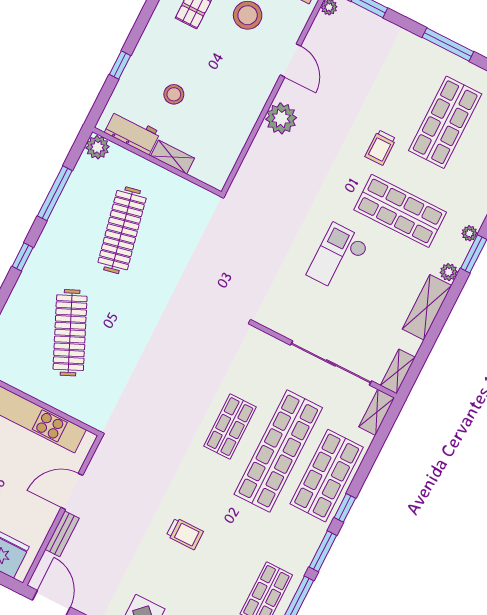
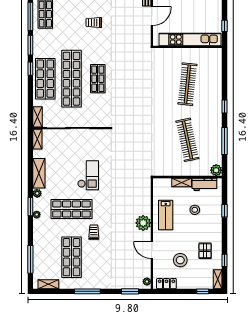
lab bench: (232, 112) -> (166, 215), added
clothes rail: (70, 333) -> (187, 84), turned 30

